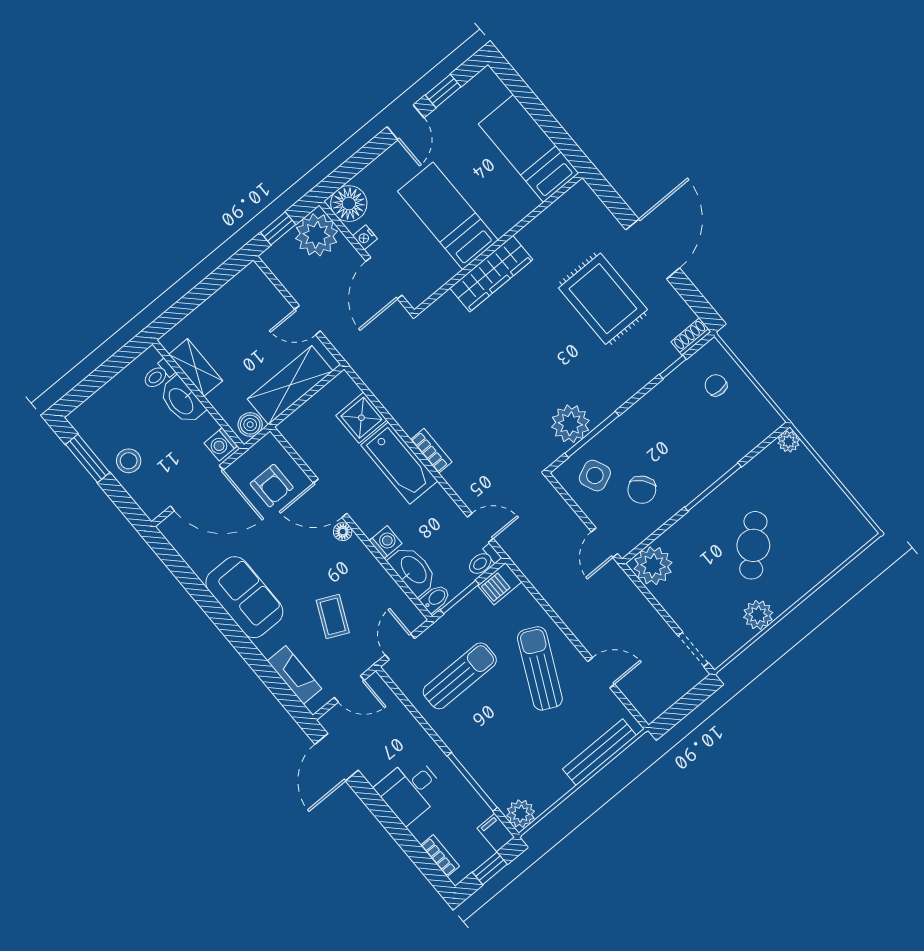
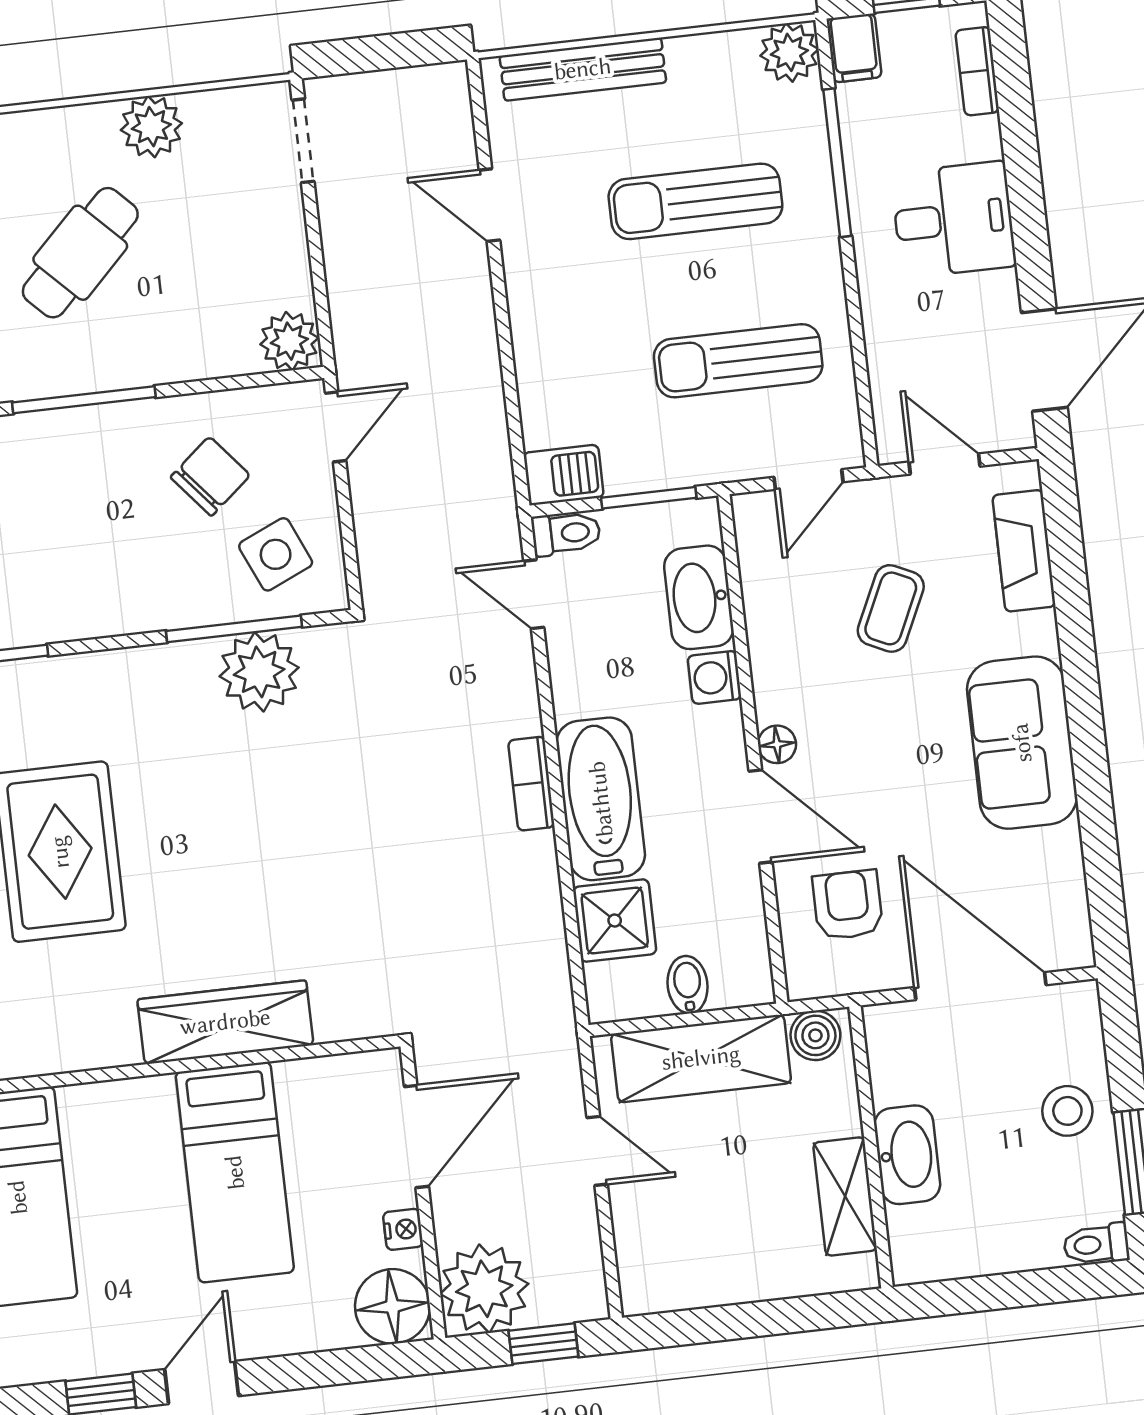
toilet: (158, 375) -> (1096, 1244), moved, turned 180
washing machine: (221, 444) -> (889, 1034), removed
plant: (653, 566) -> (289, 341), width x0.73, depth x0.73
bidet: (435, 598) -> (688, 985), moved, turned 90
sun lounger: (540, 668) -> (695, 201), moved, turned 64

